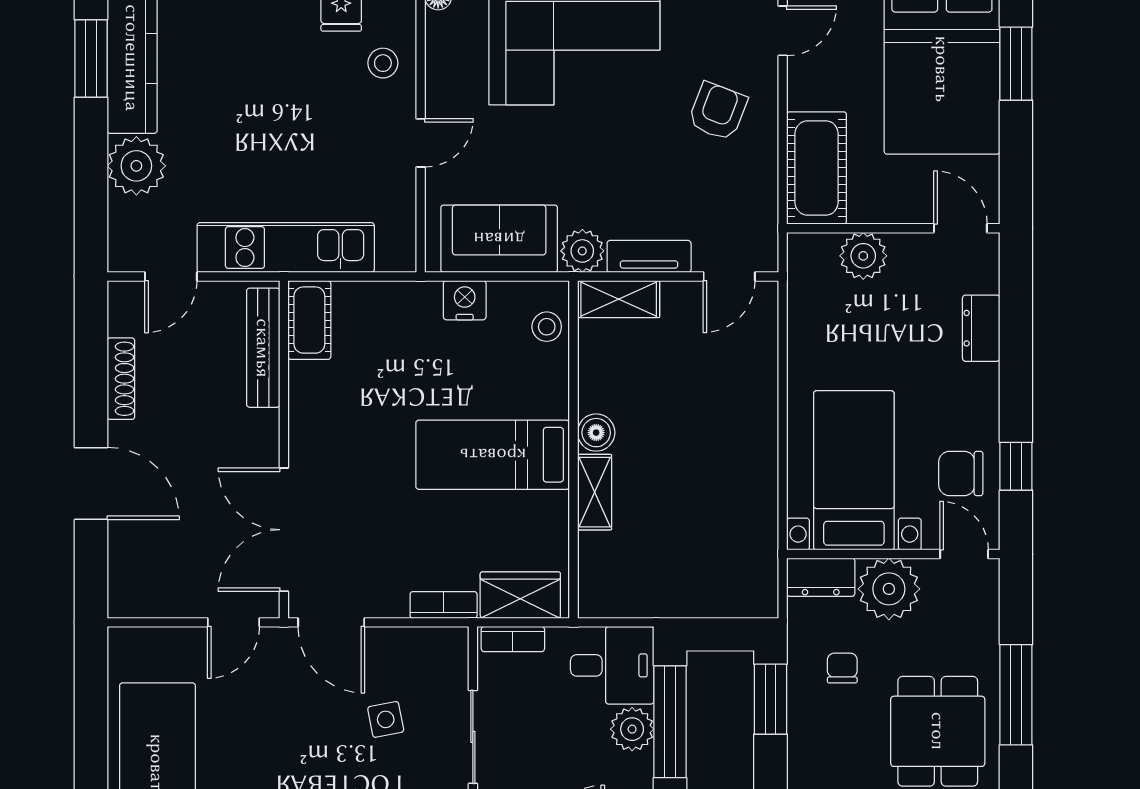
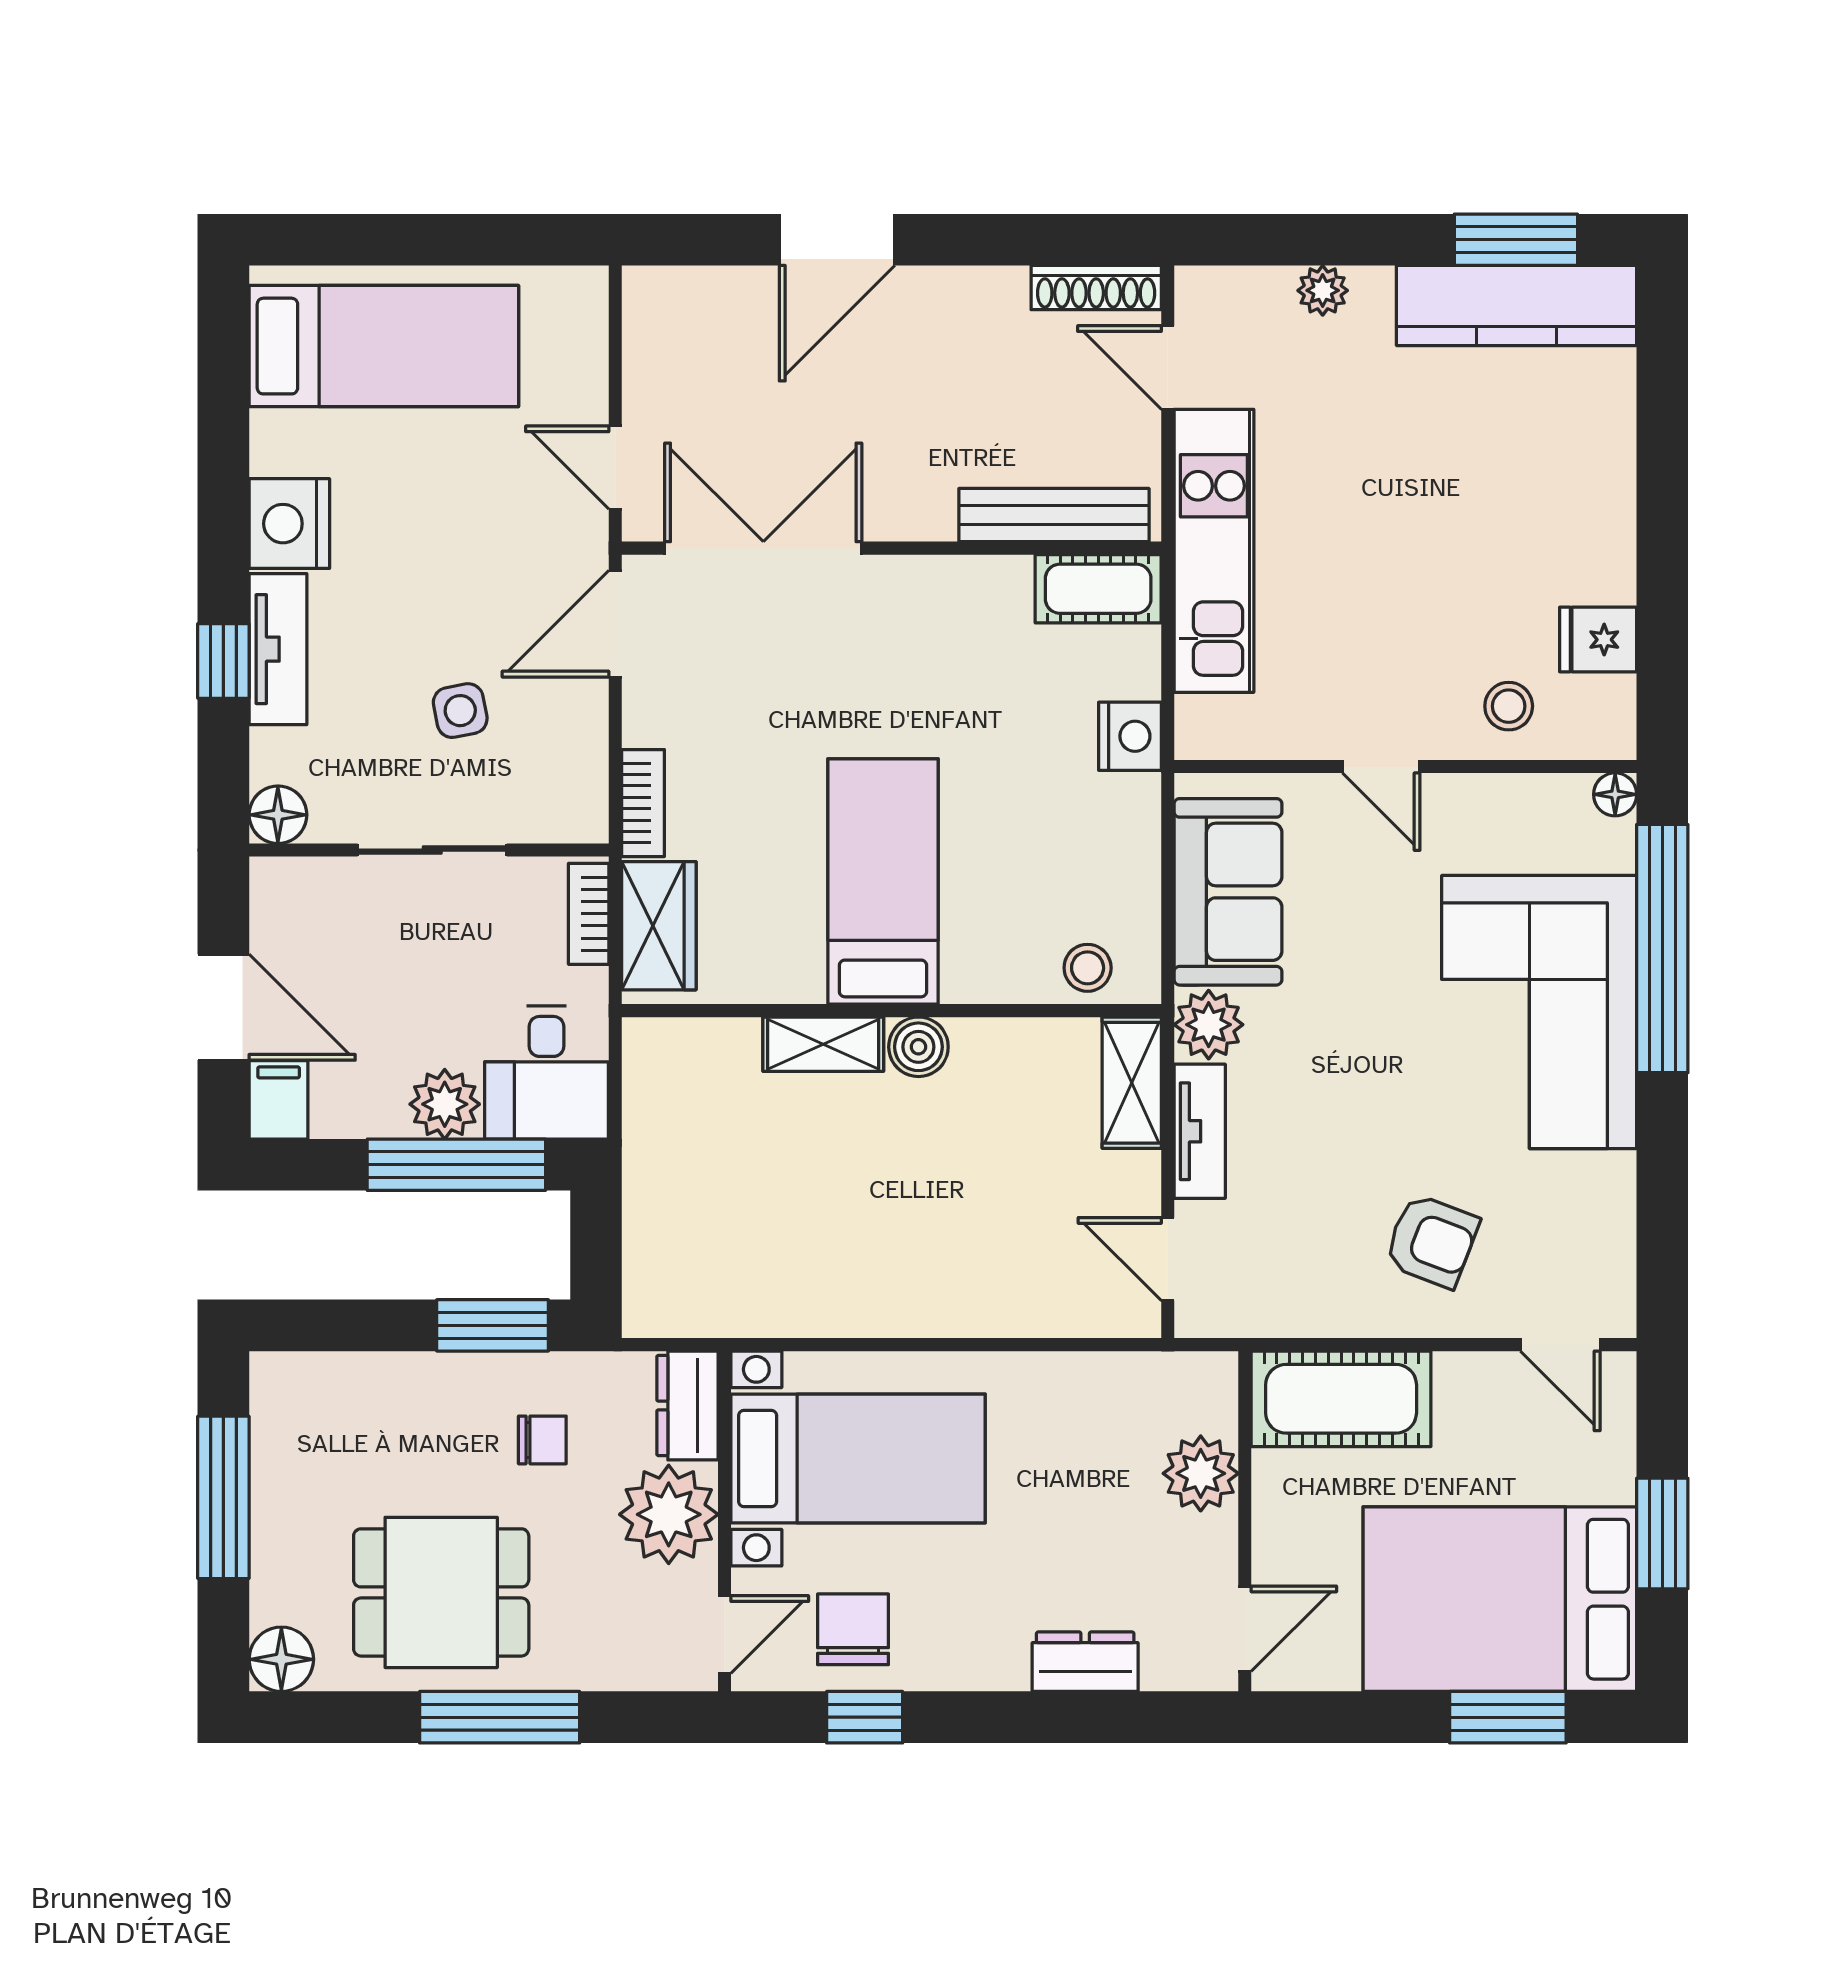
plant: (136, 166) -> (1323, 290), width x0.53, depth x0.53
nightstand: (465, 300) -> (1130, 736), moved
shoe rack: (121, 379) -> (1096, 288), moved

